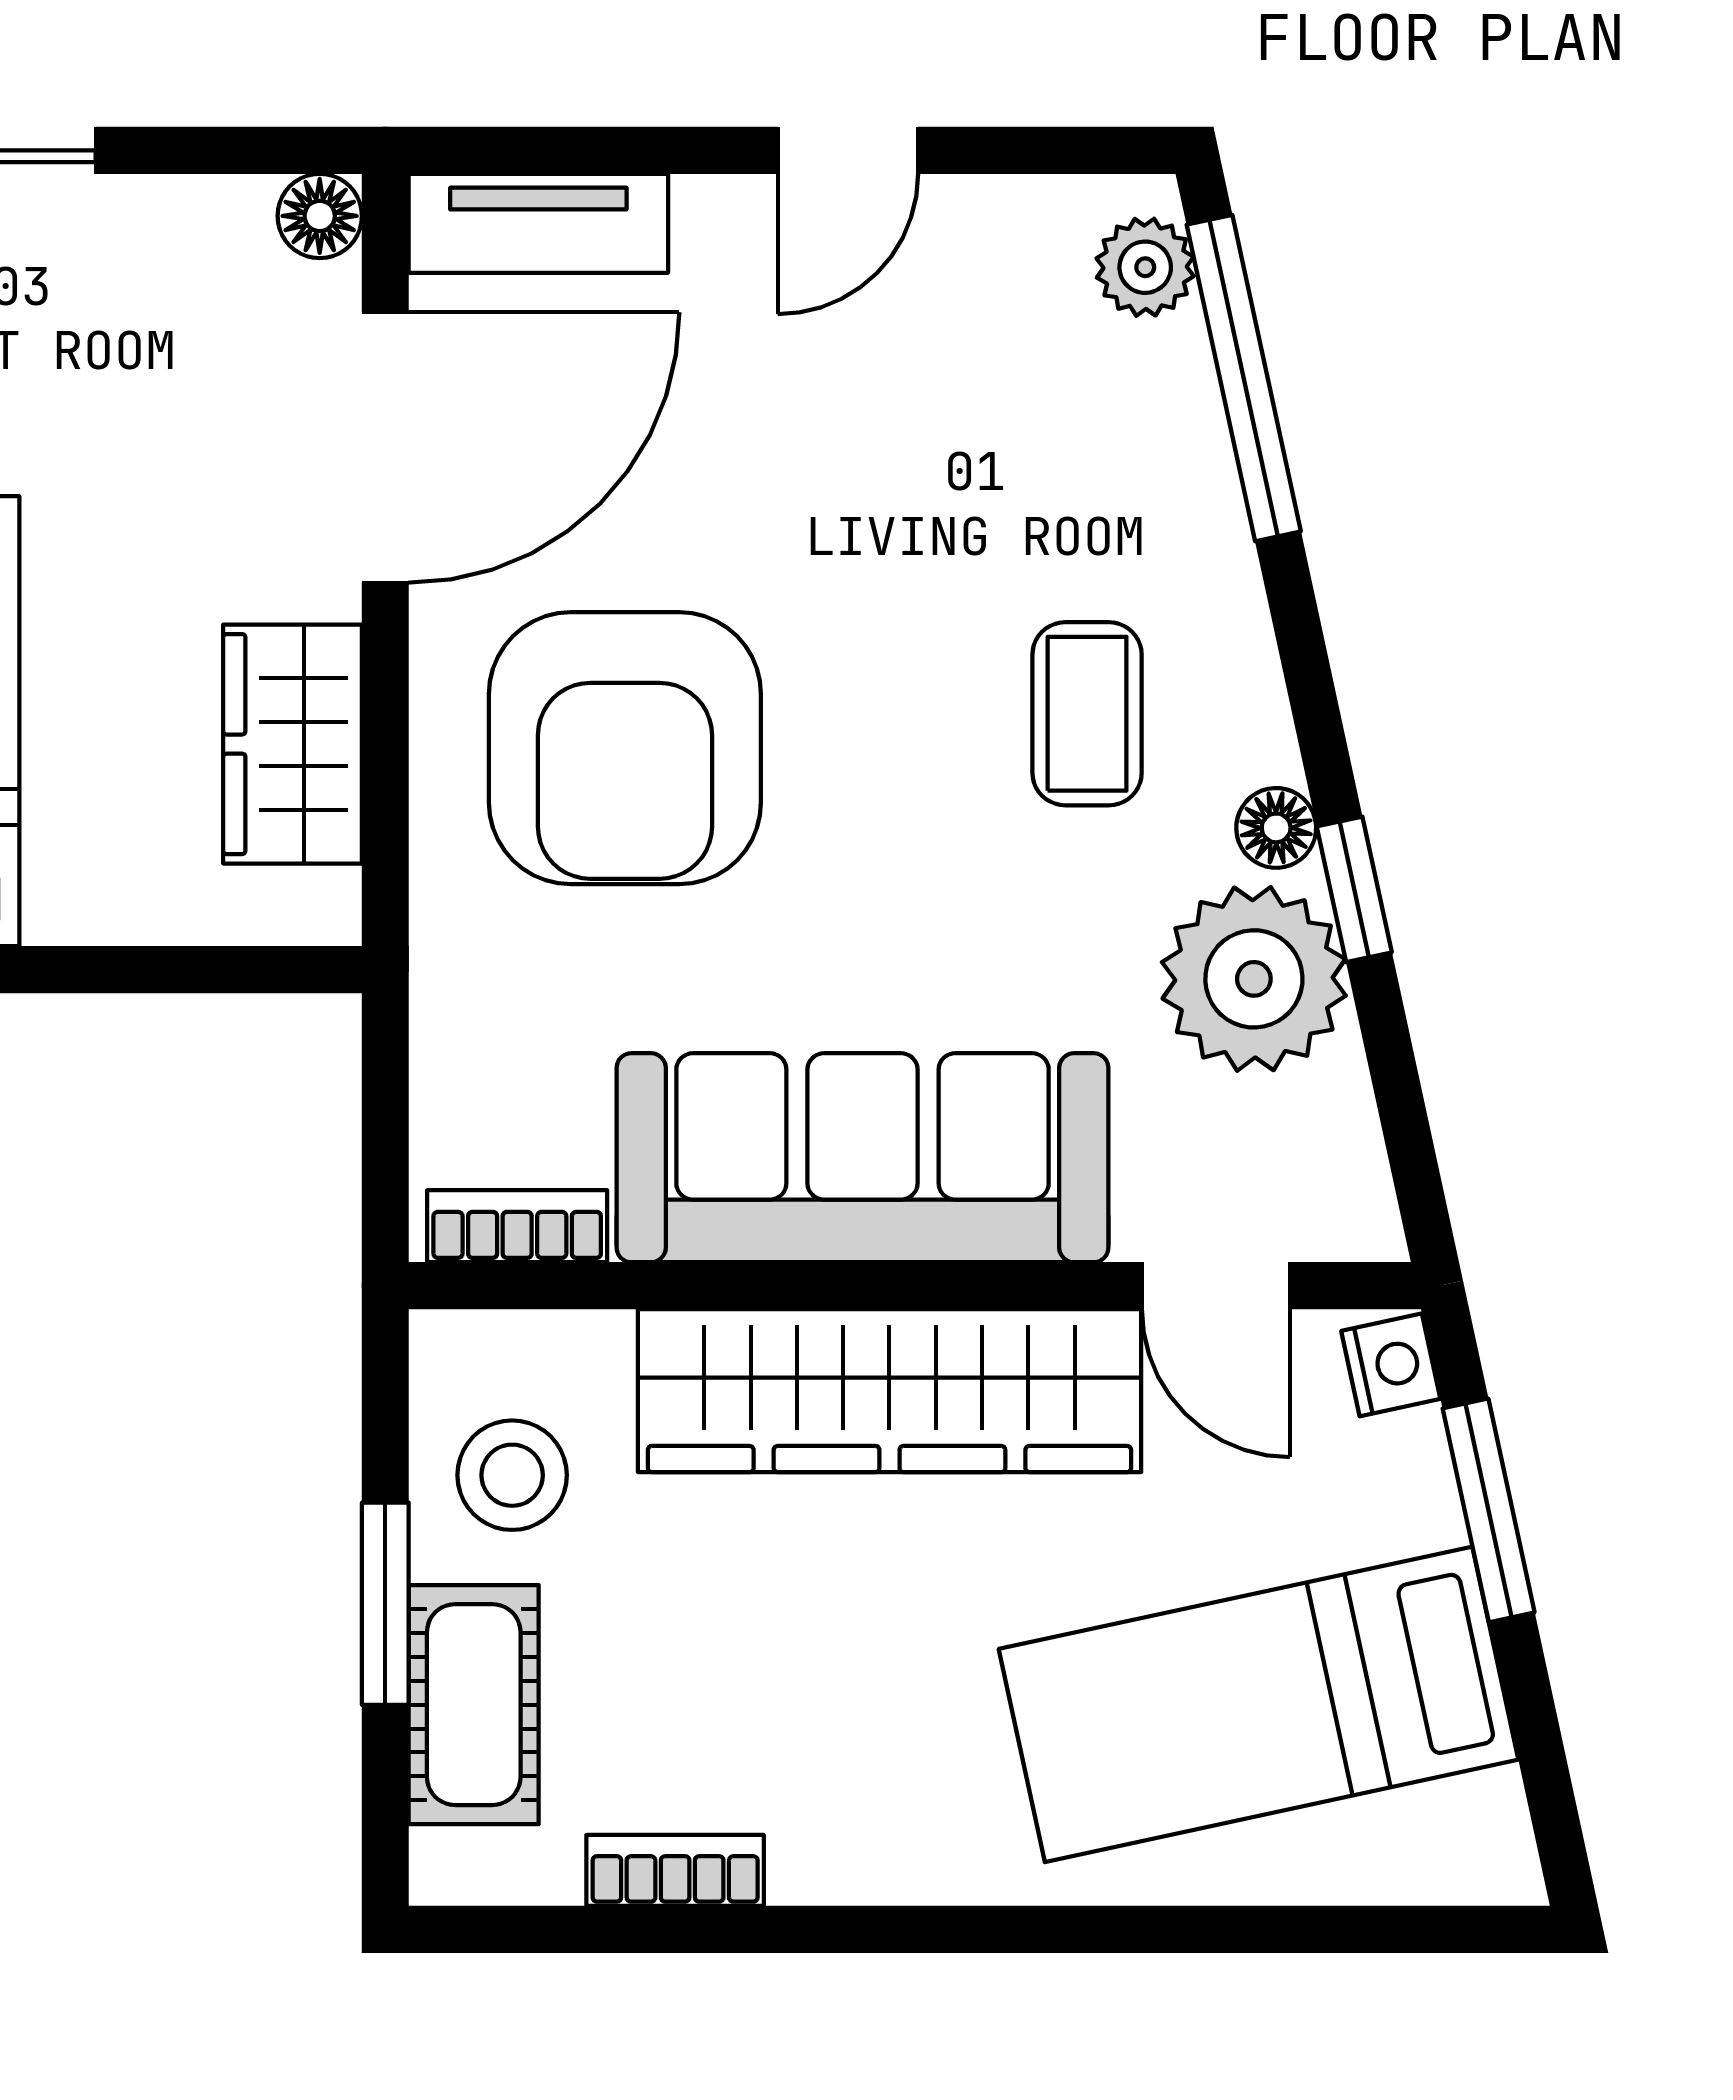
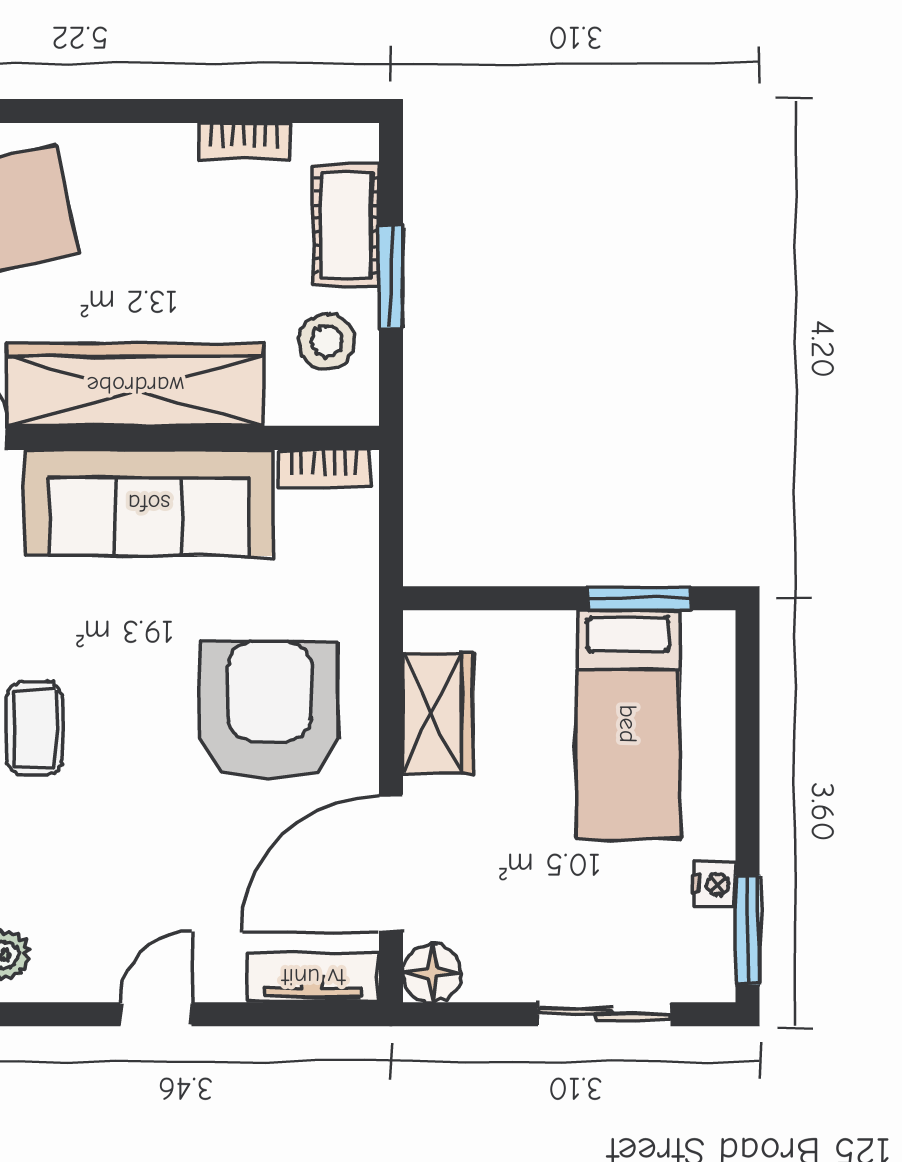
floor lamp: (320, 216) -> (432, 973), width x1.37, depth x1.37

